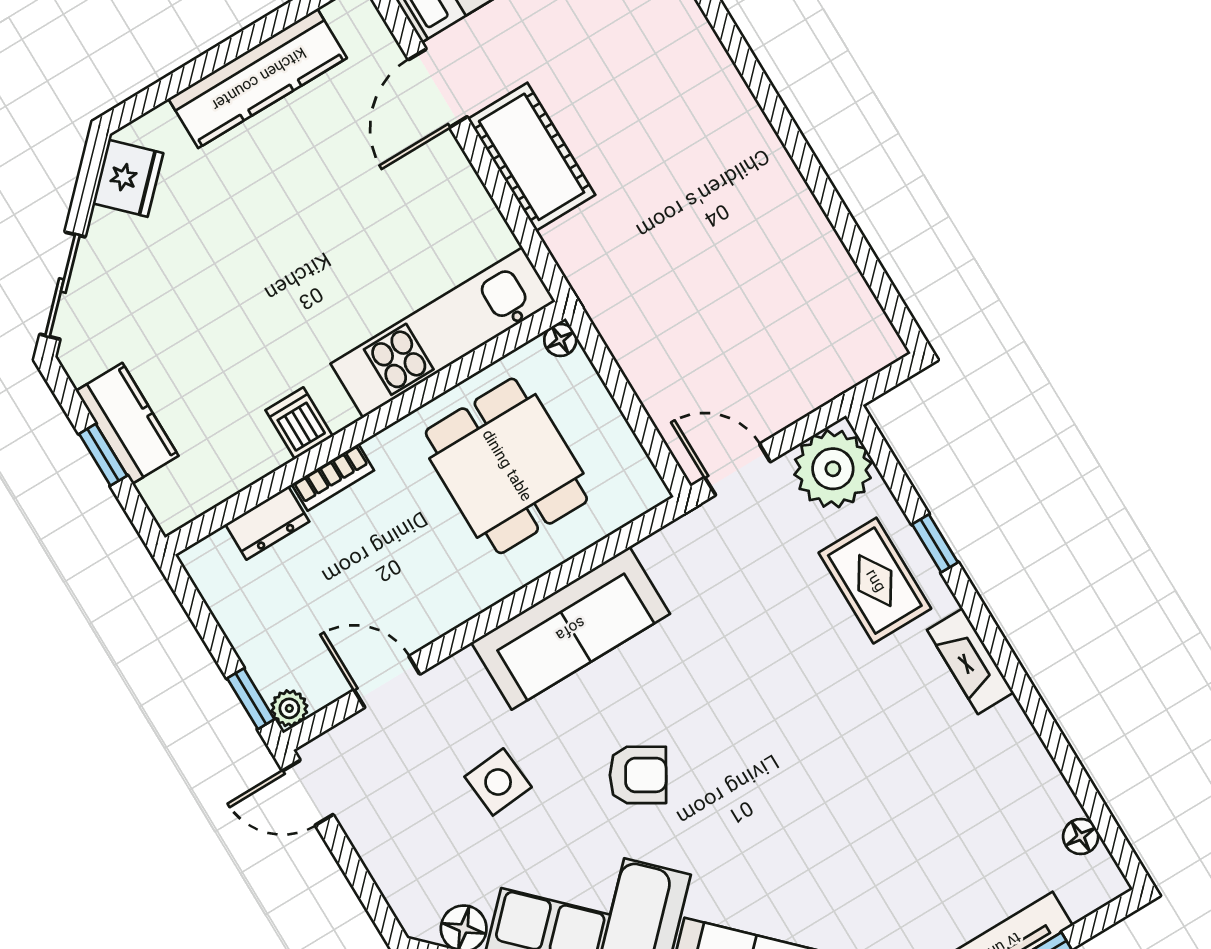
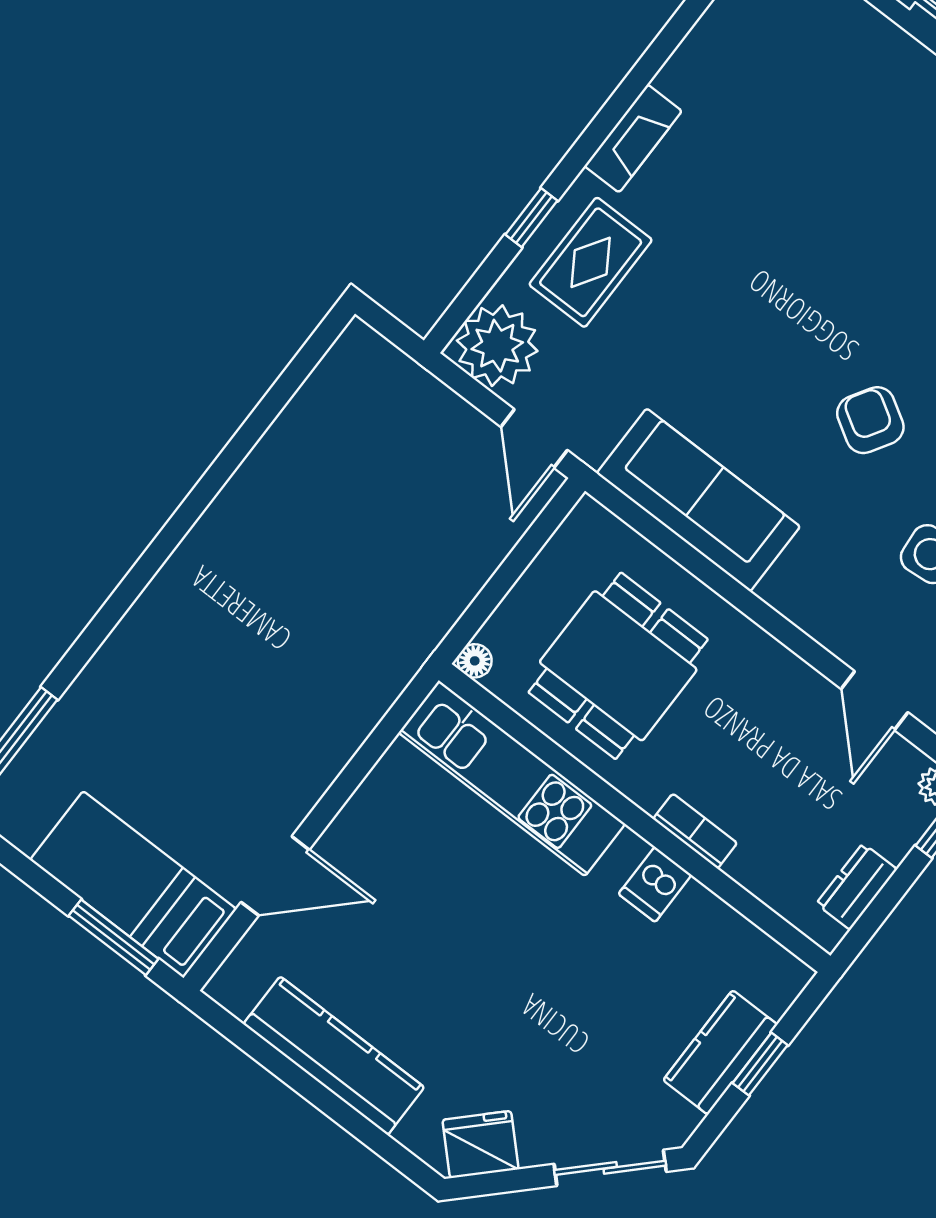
cot: (532, 157) -> (307, 758), removed
dresser: (267, 523) -> (857, 887), moved, turned -90
sofa: (570, 628) -> (698, 500), moved

